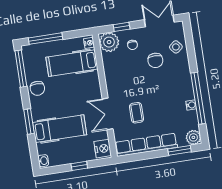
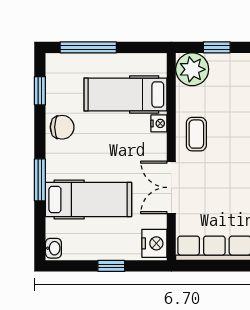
nightstand: (89, 43) -> (159, 123), moved
chair: (132, 45) -> (230, 80), removed
window: (21, 69) -> (40, 91), width x0.46
chair: (37, 88) -> (62, 127), turned -90
coffee table: (137, 113) -> (196, 134), moved

